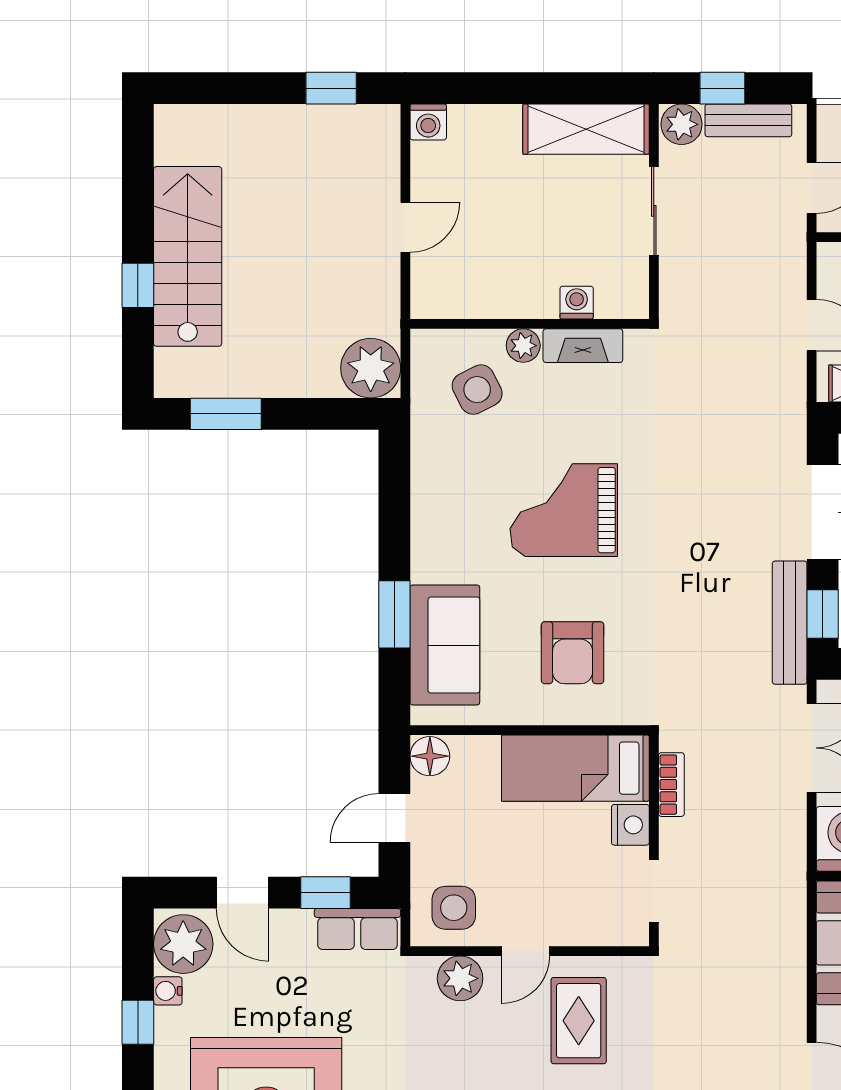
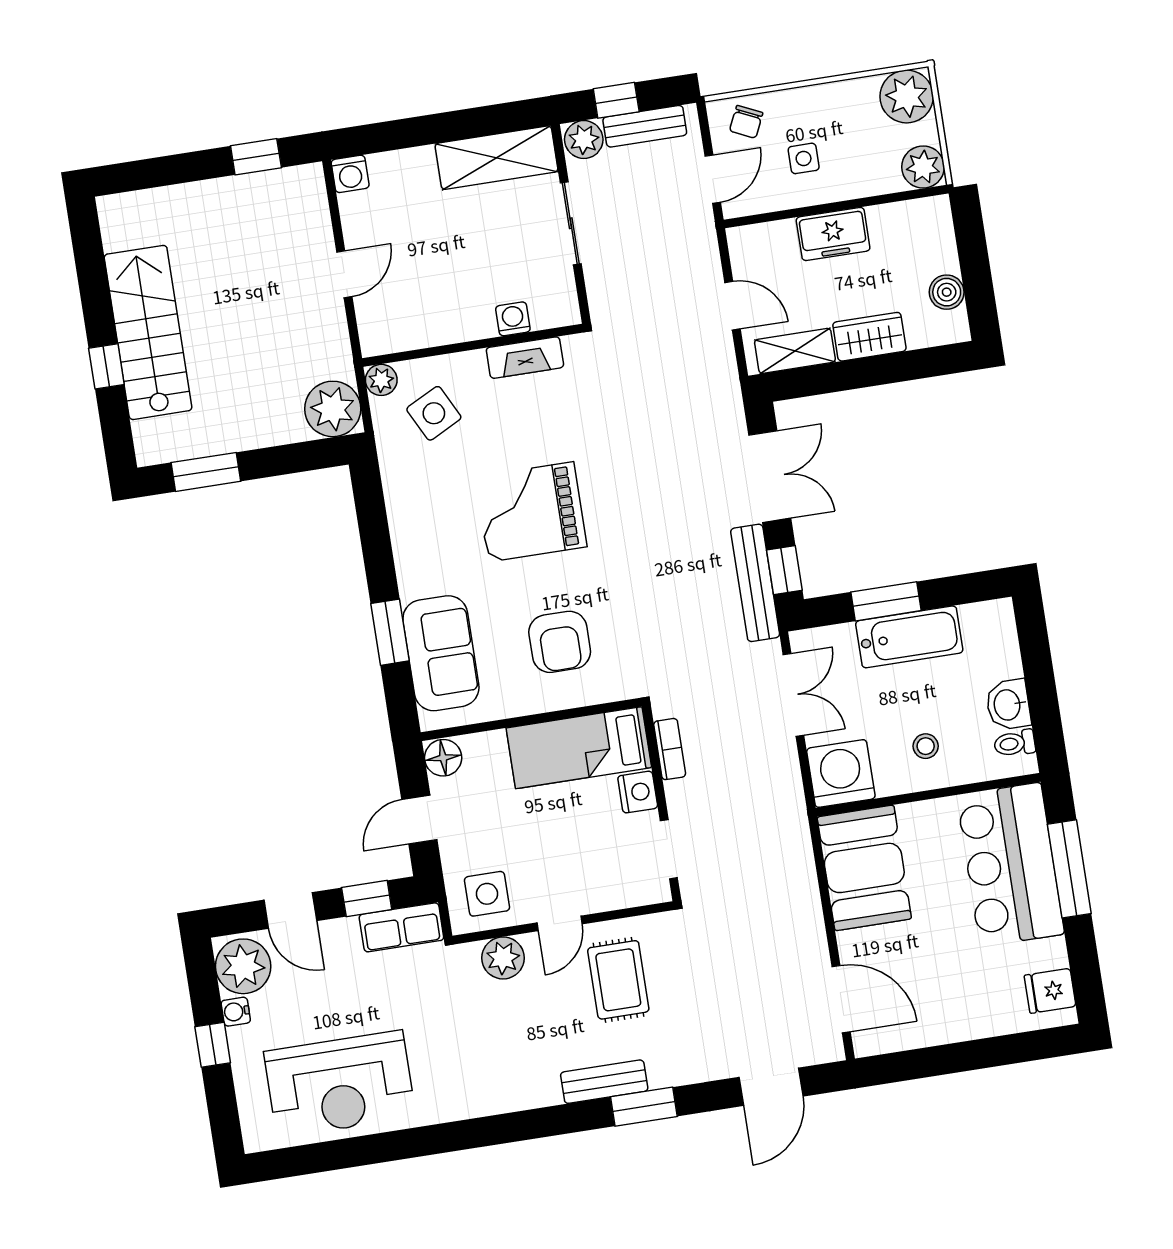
plant: (523, 346) -> (381, 380), moved

